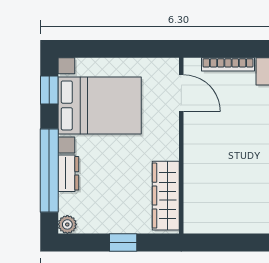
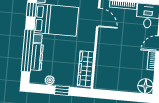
dresser: (68, 173) -> (37, 57), width x1.44
plant: (67, 224) -> (50, 80), moved

